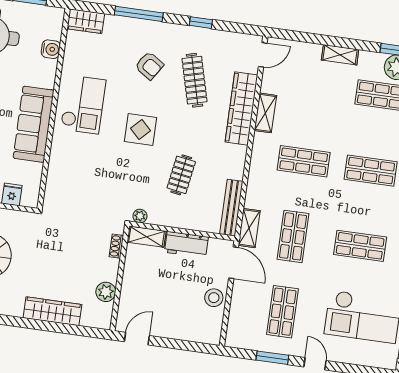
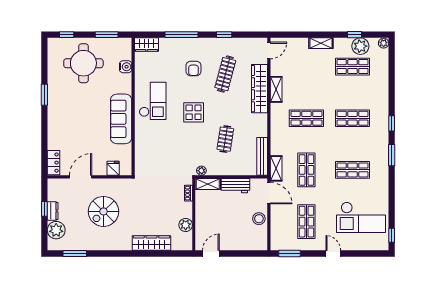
armchair: (149, 66) -> (193, 68), turned 57
clothes rail: (195, 80) -> (225, 74), turned 30
window: (272, 358) -> (289, 254), moved

